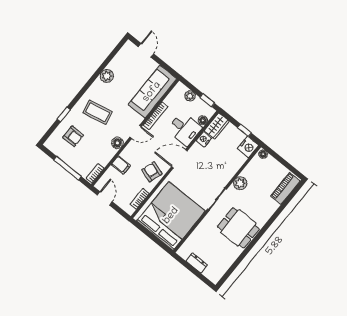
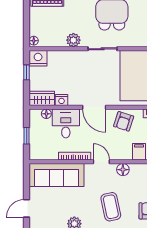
plant: (190, 96) -> (35, 141), removed
window: (207, 100) -> (27, 136), moved

